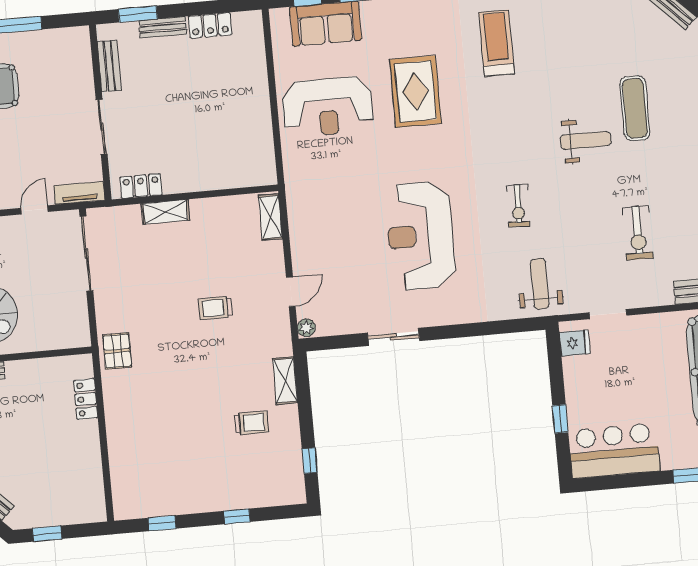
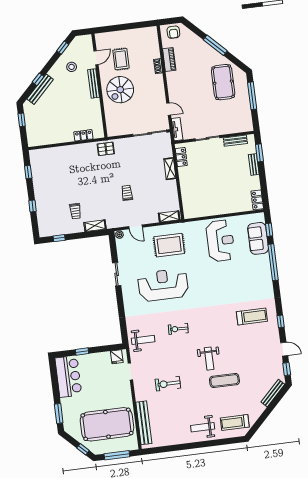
locker: (210, 25) -> (257, 200), moved
rug: (415, 91) -> (169, 245), moved
reception desk: (328, 107) -> (220, 241), turned 180

